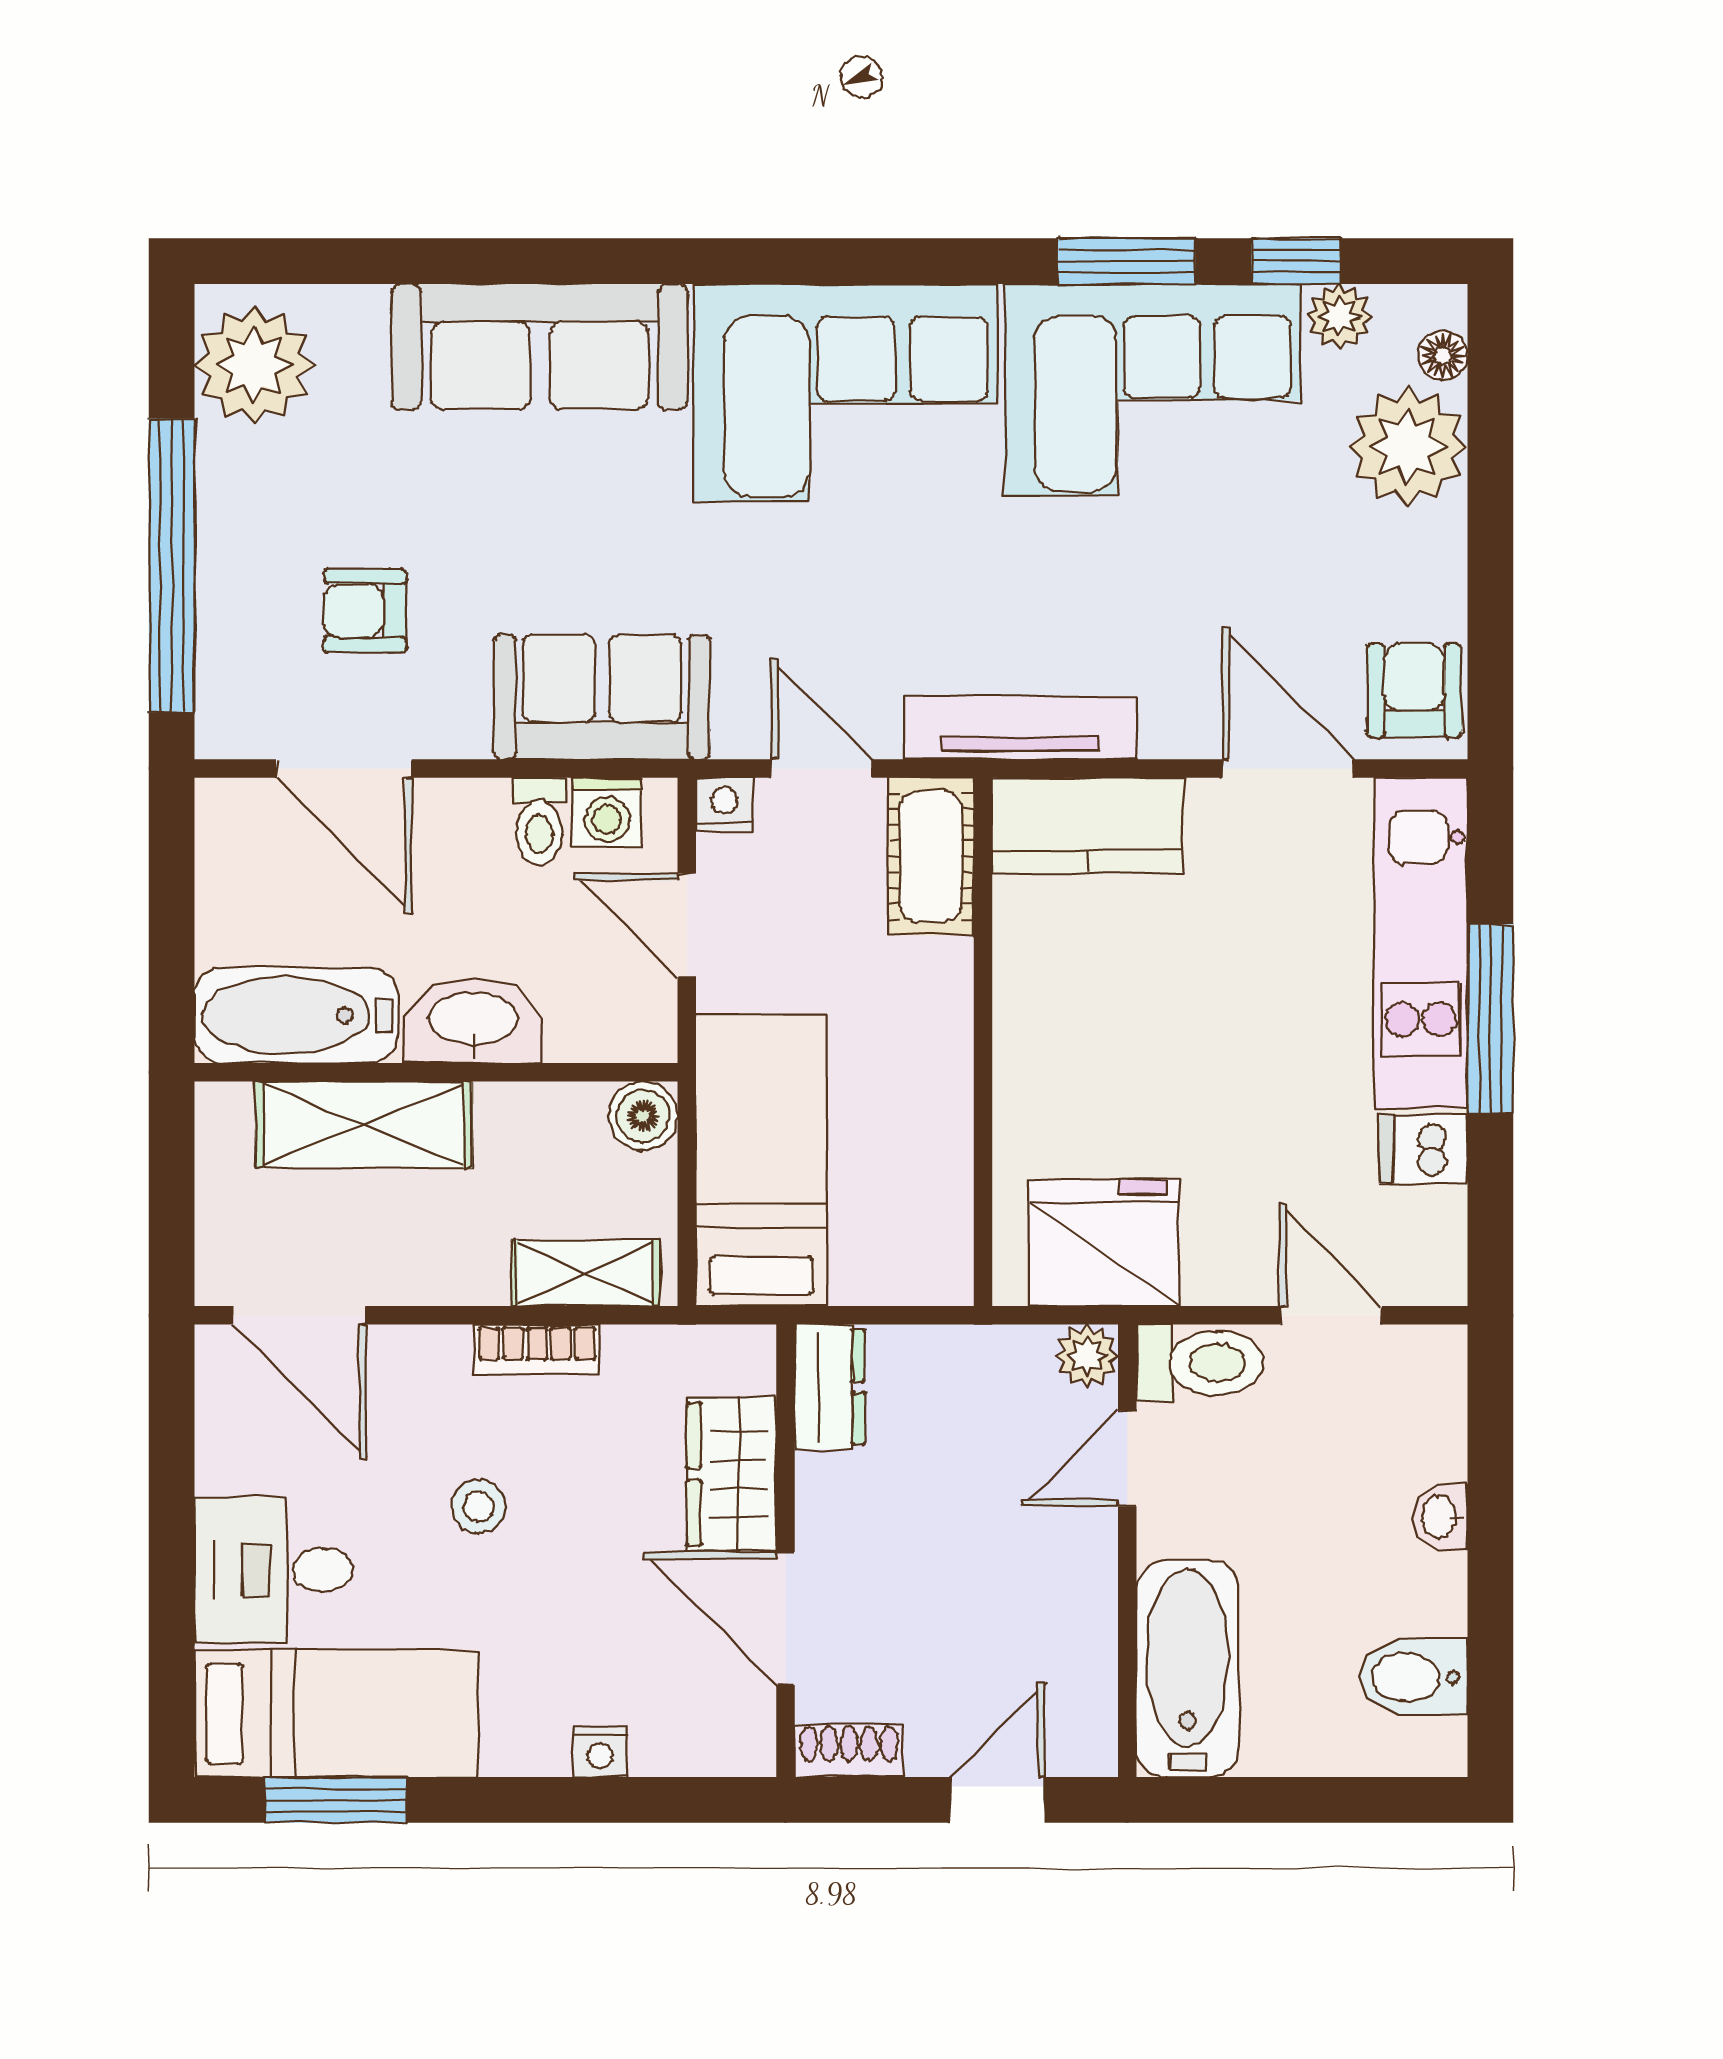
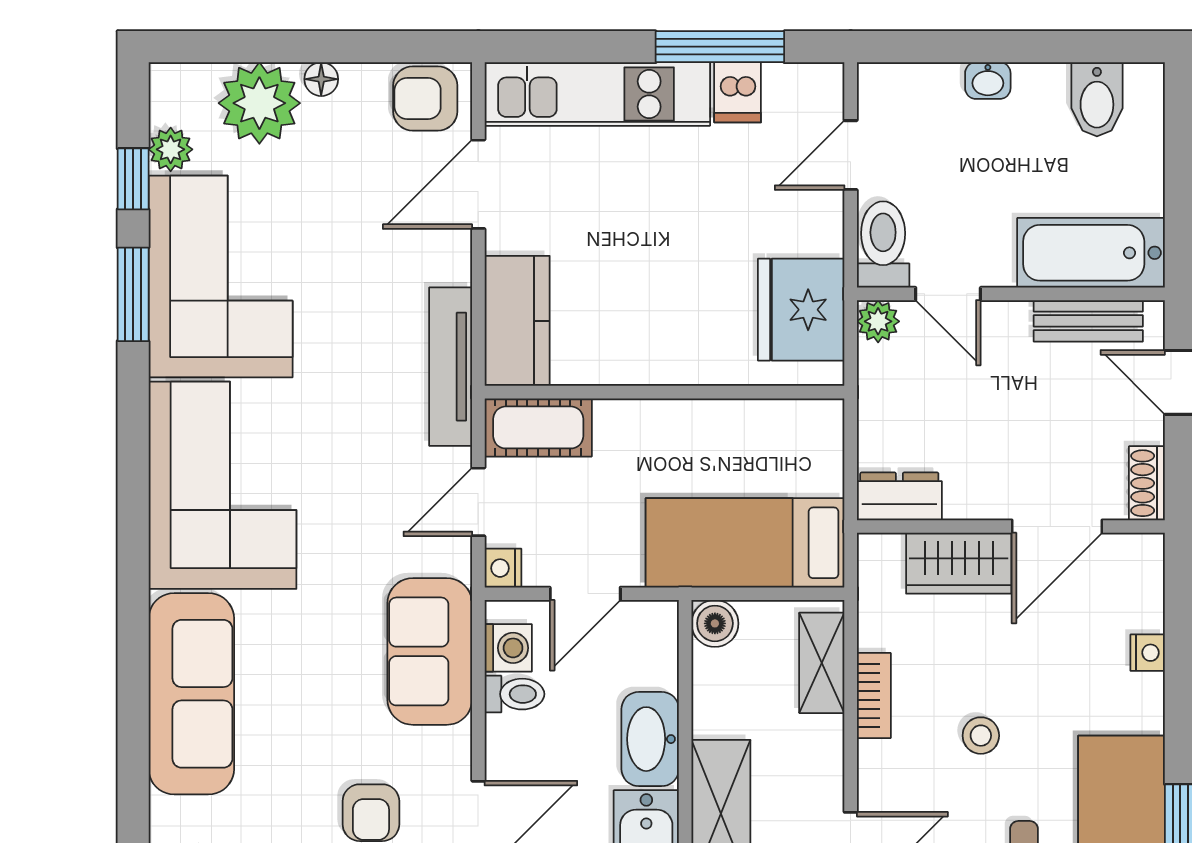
floor lamp: (1443, 356) -> (321, 79), moved
window: (1490, 1019) -> (720, 47), moved
bench: (1088, 1664) -> (1088, 321), added

